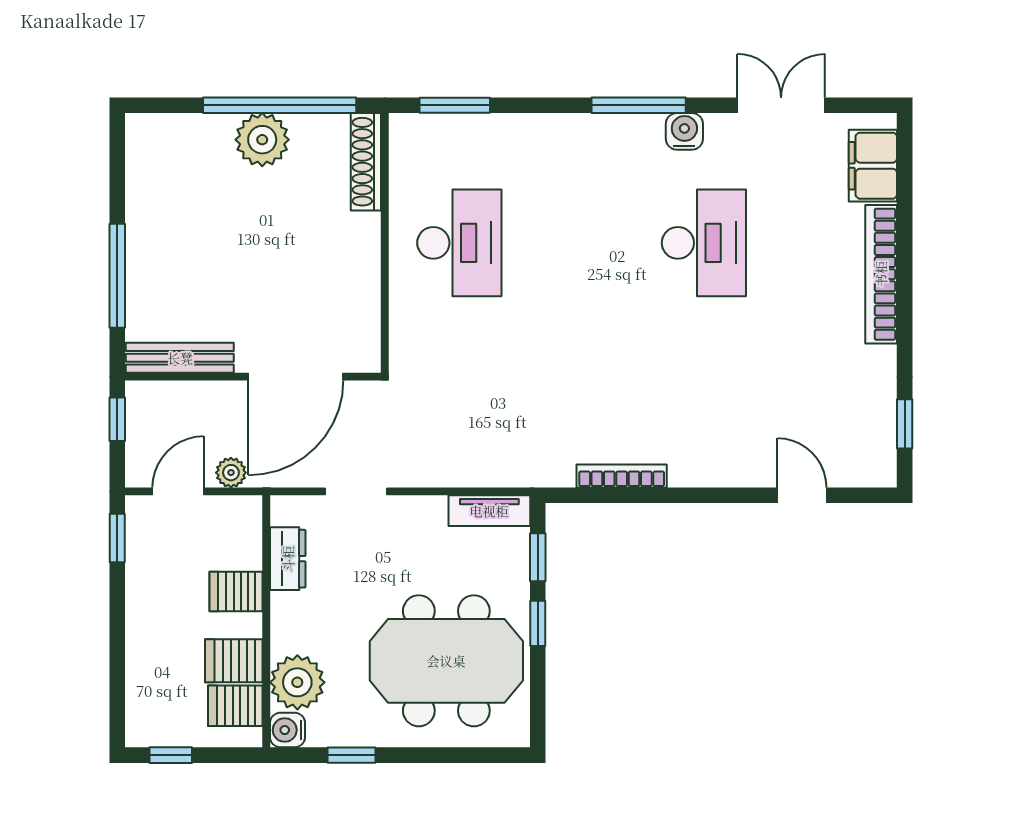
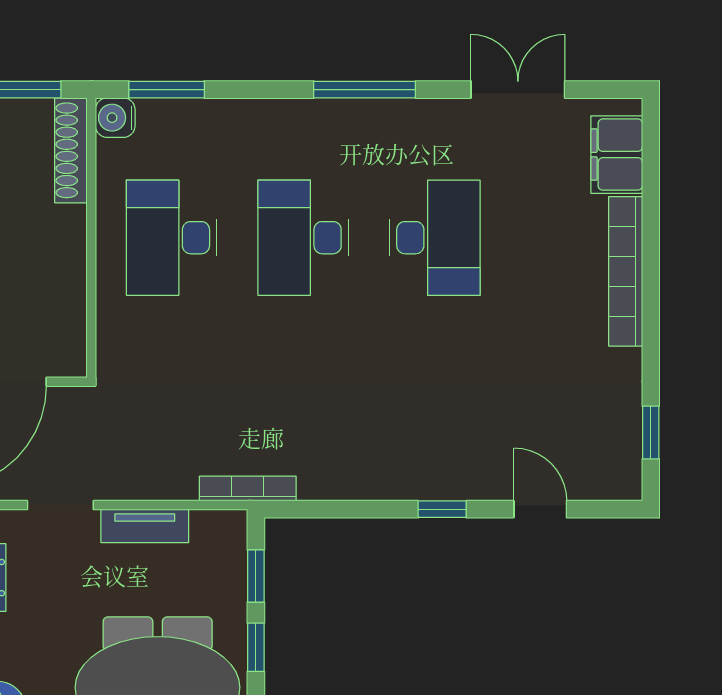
water cooler: (684, 131) -> (115, 118), moved, turned -90
desk: (459, 243) -> (172, 238), turned 180
desk: (582, 243) -> (303, 238), added
bookcase: (622, 476) -> (248, 489), moved
window: (711, 495) -> (442, 509), added
tv unit: (489, 511) -> (145, 526), moved

